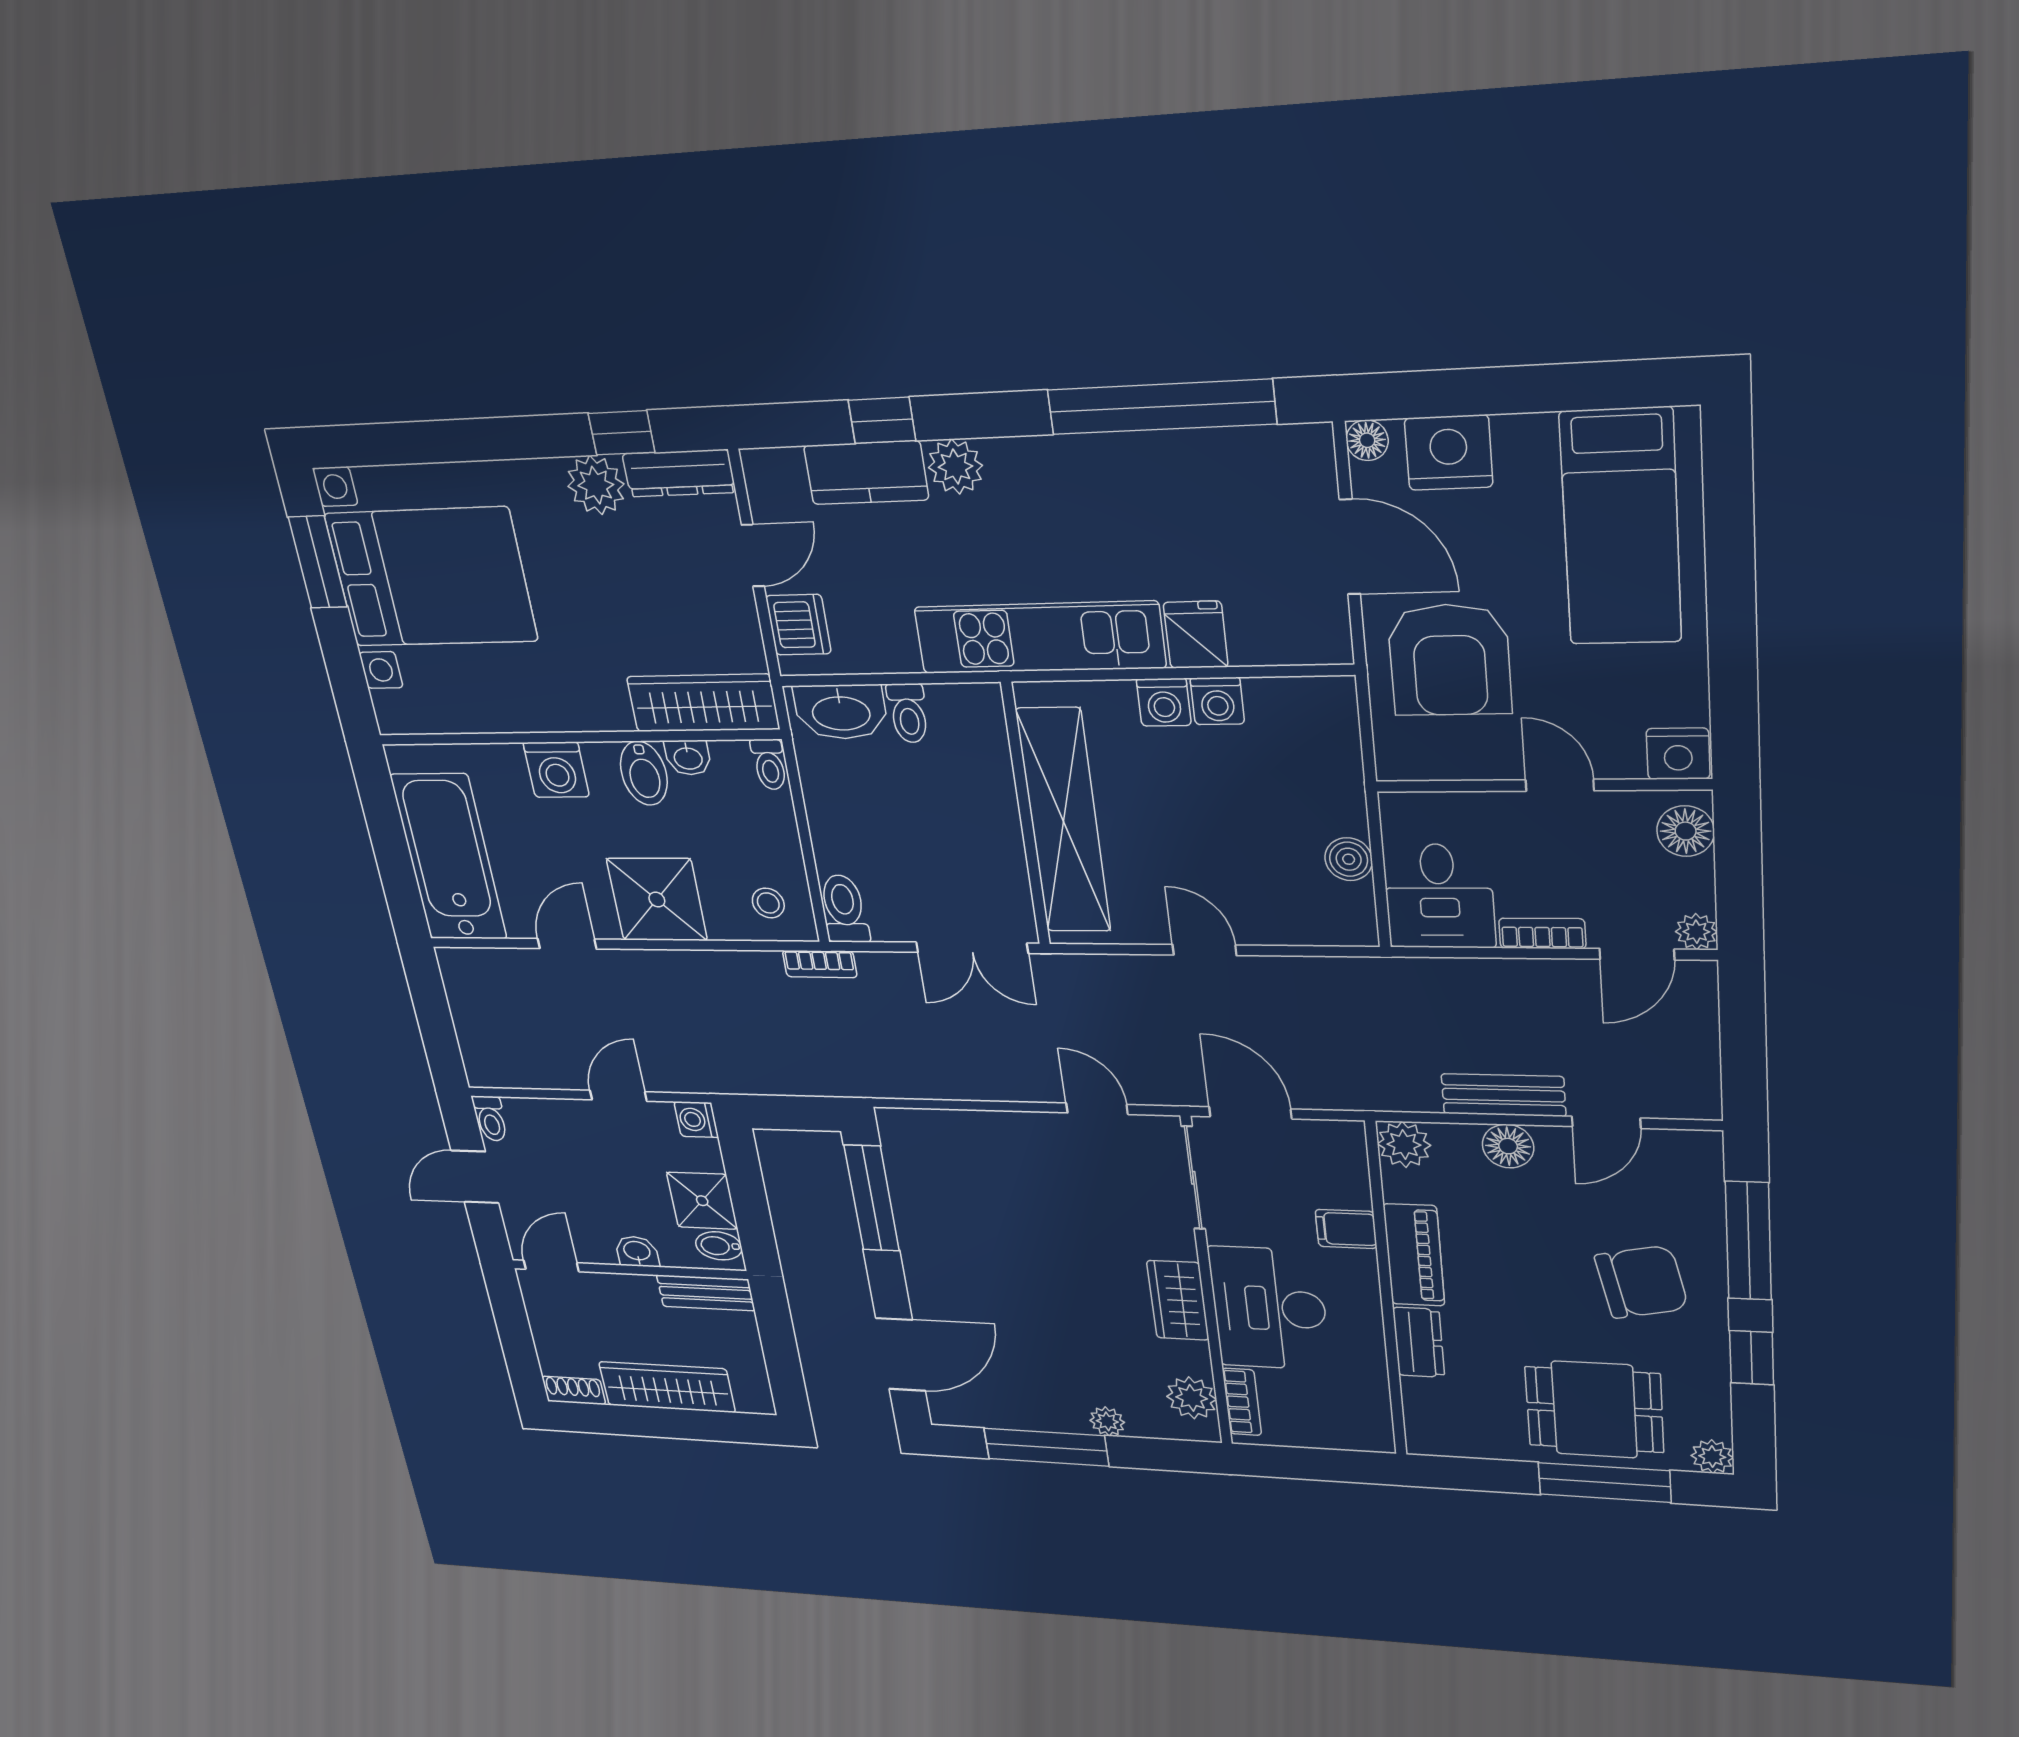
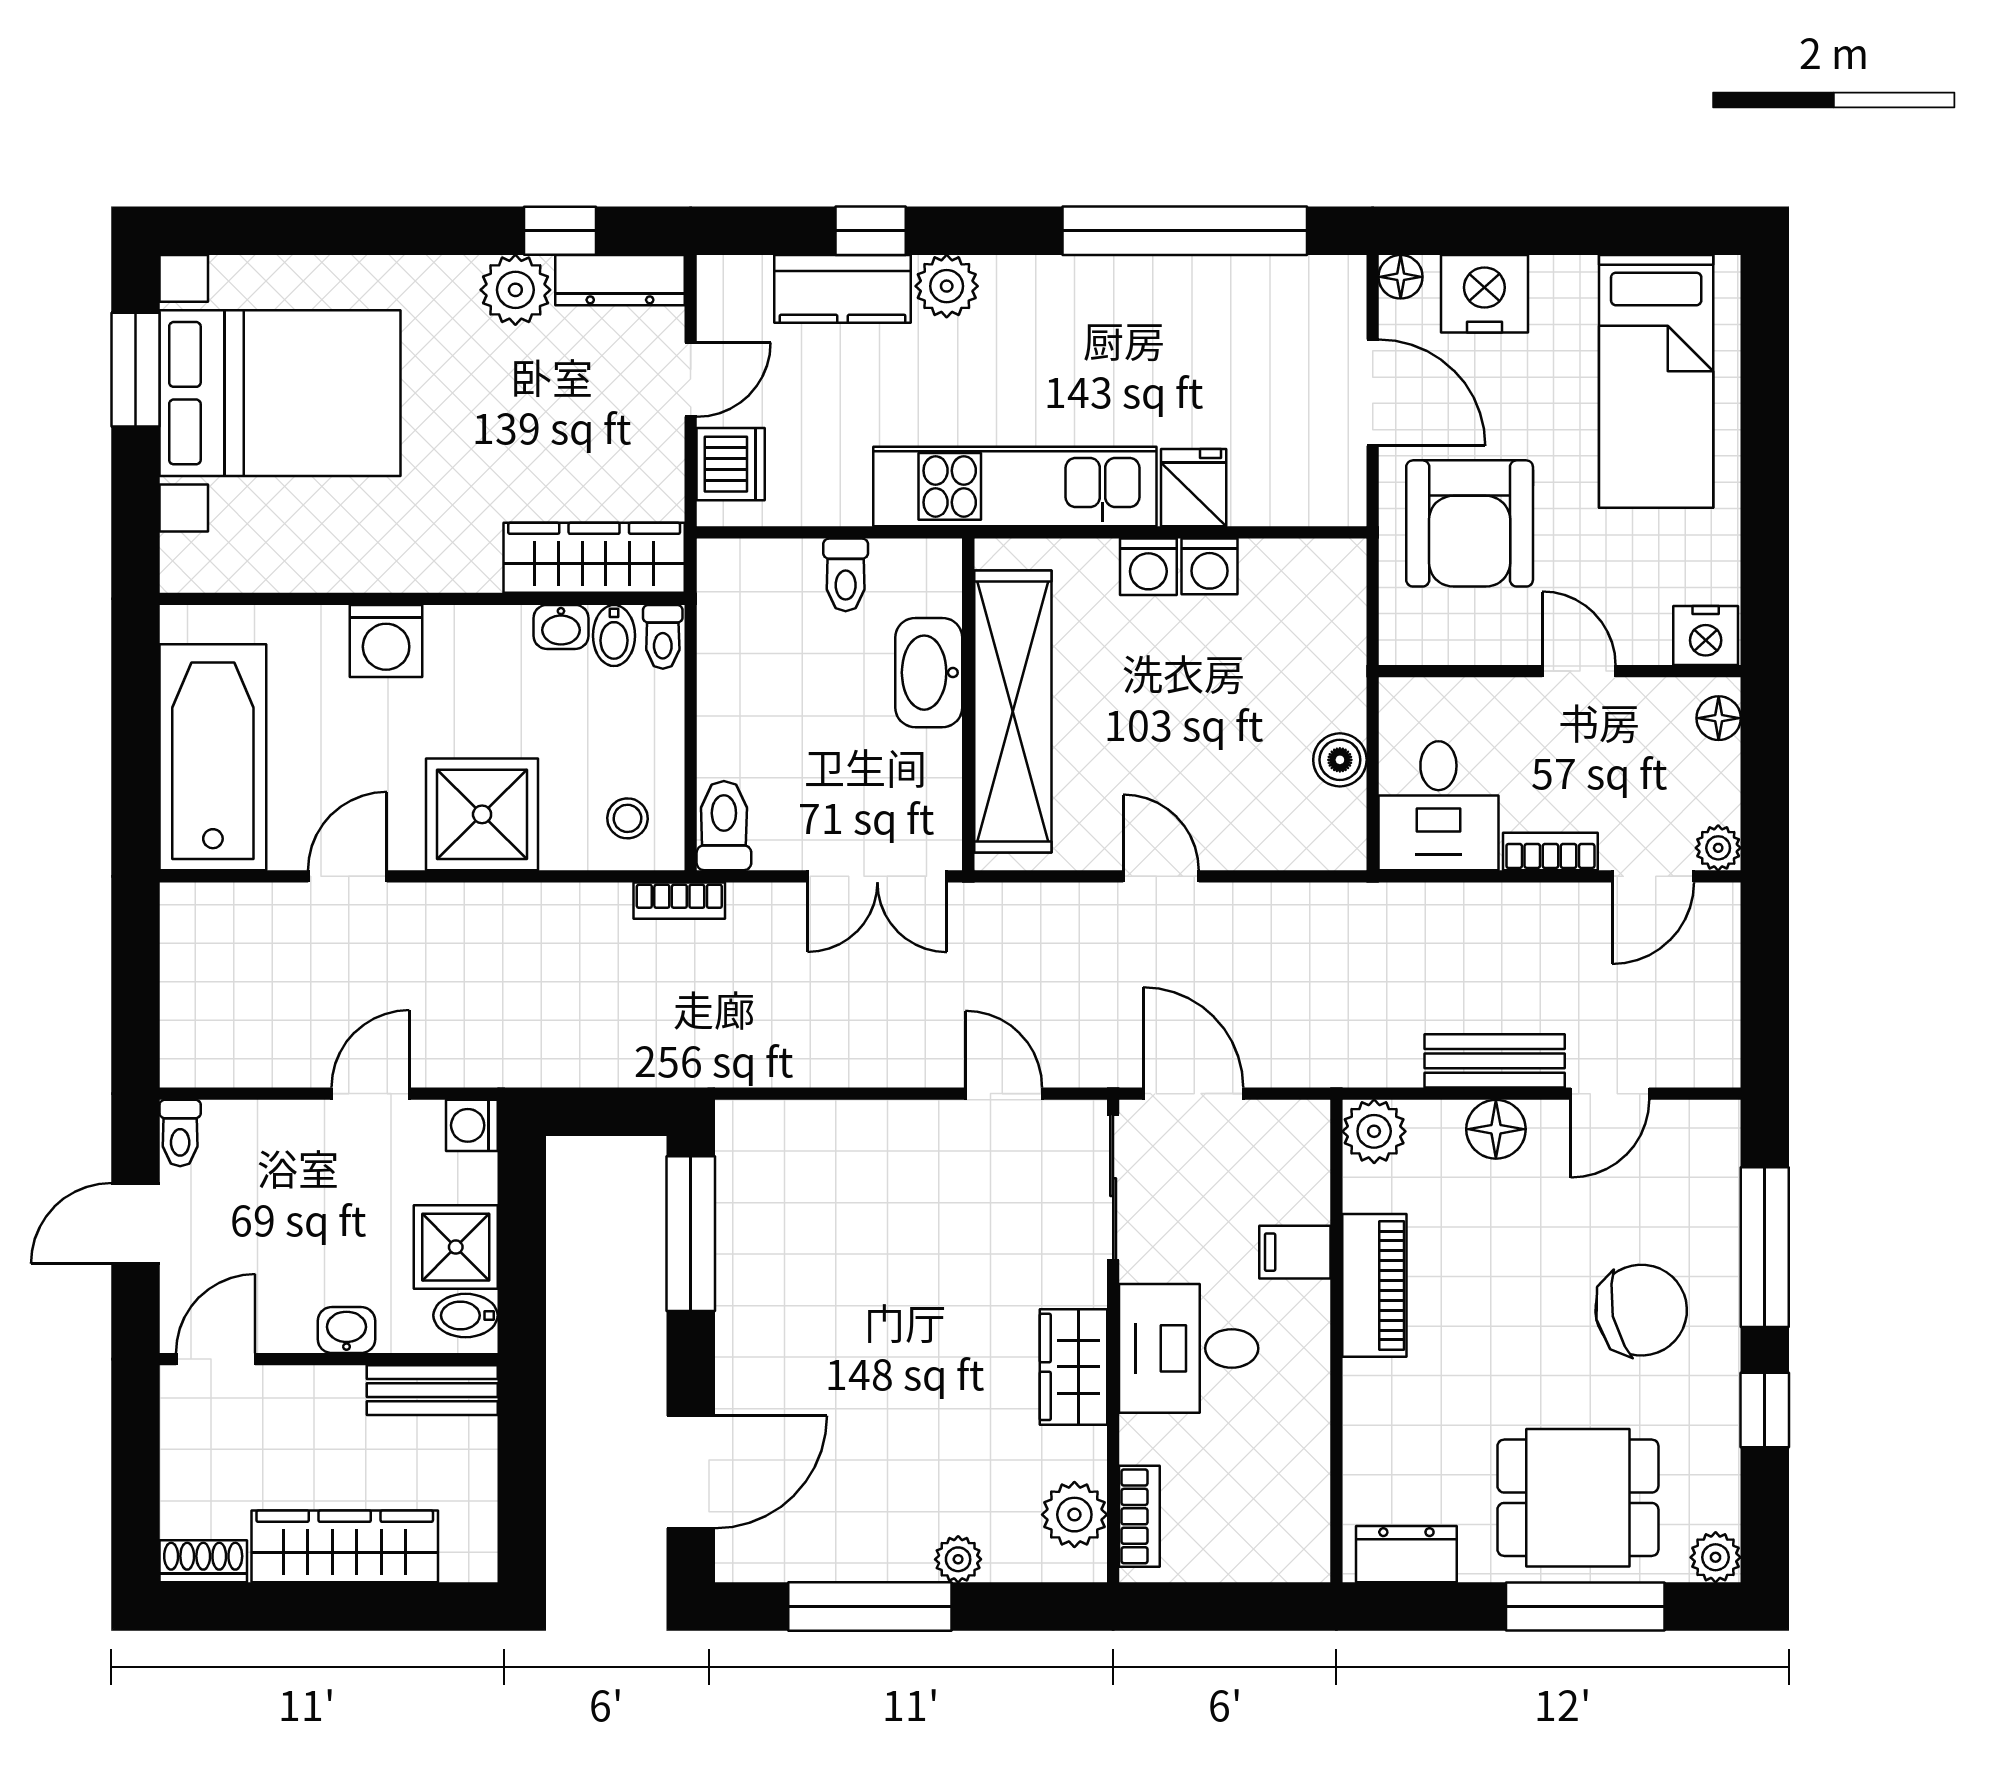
washbasin: (841, 712) -> (929, 673), moved, turned 90
bidet: (644, 773) -> (614, 636), moved, width x0.72, depth x0.74
floor lamp: (1686, 831) -> (1719, 718), width x0.73, depth x0.73
desk: (1269, 1308) -> (1189, 1348), width x0.73
dresser: (1419, 1342) -> (1406, 1554), moved, turned -90

